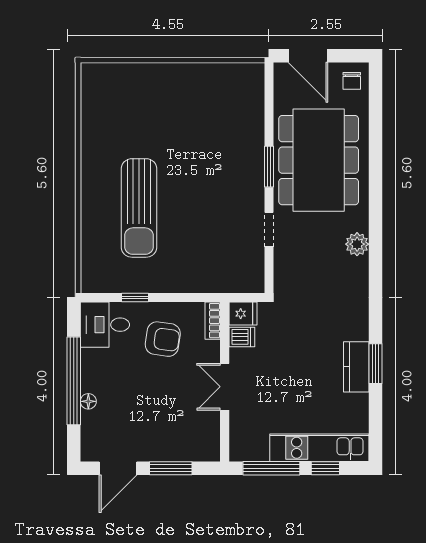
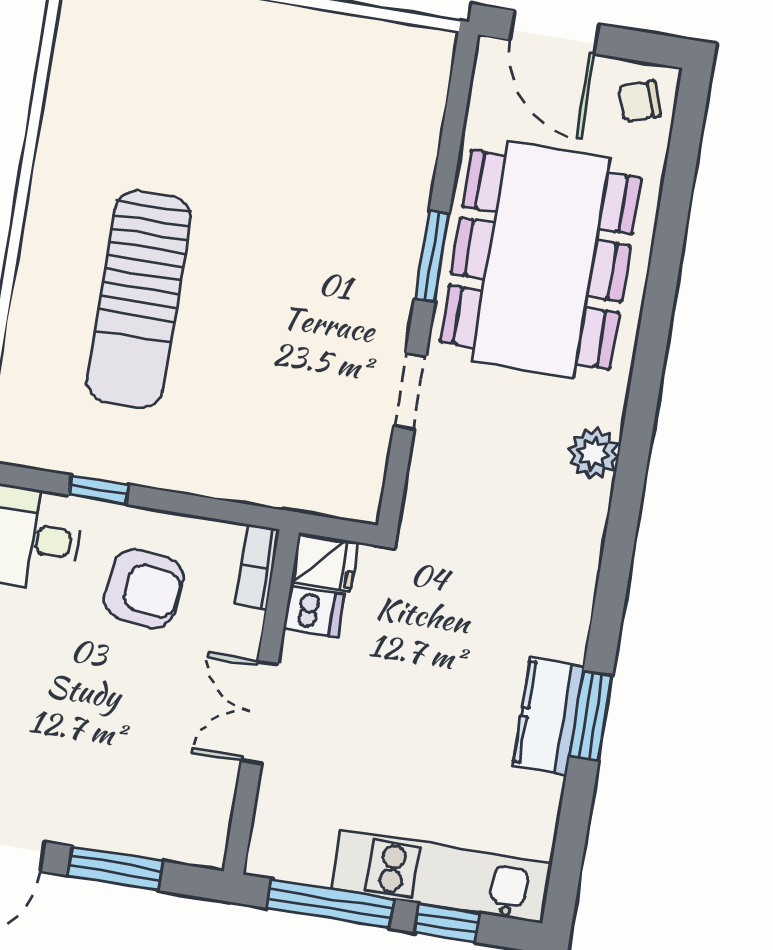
chair: (352, 81) -> (639, 101), turned 71

